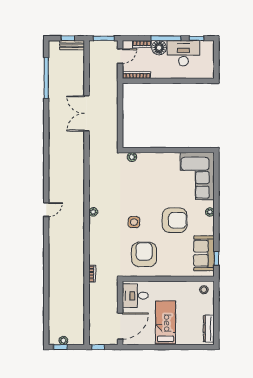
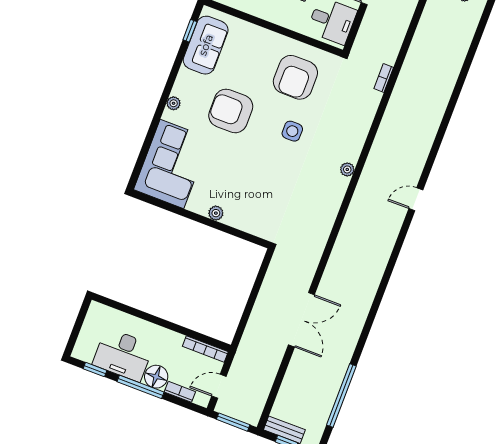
plant: (132, 157) -> (216, 213), moved

